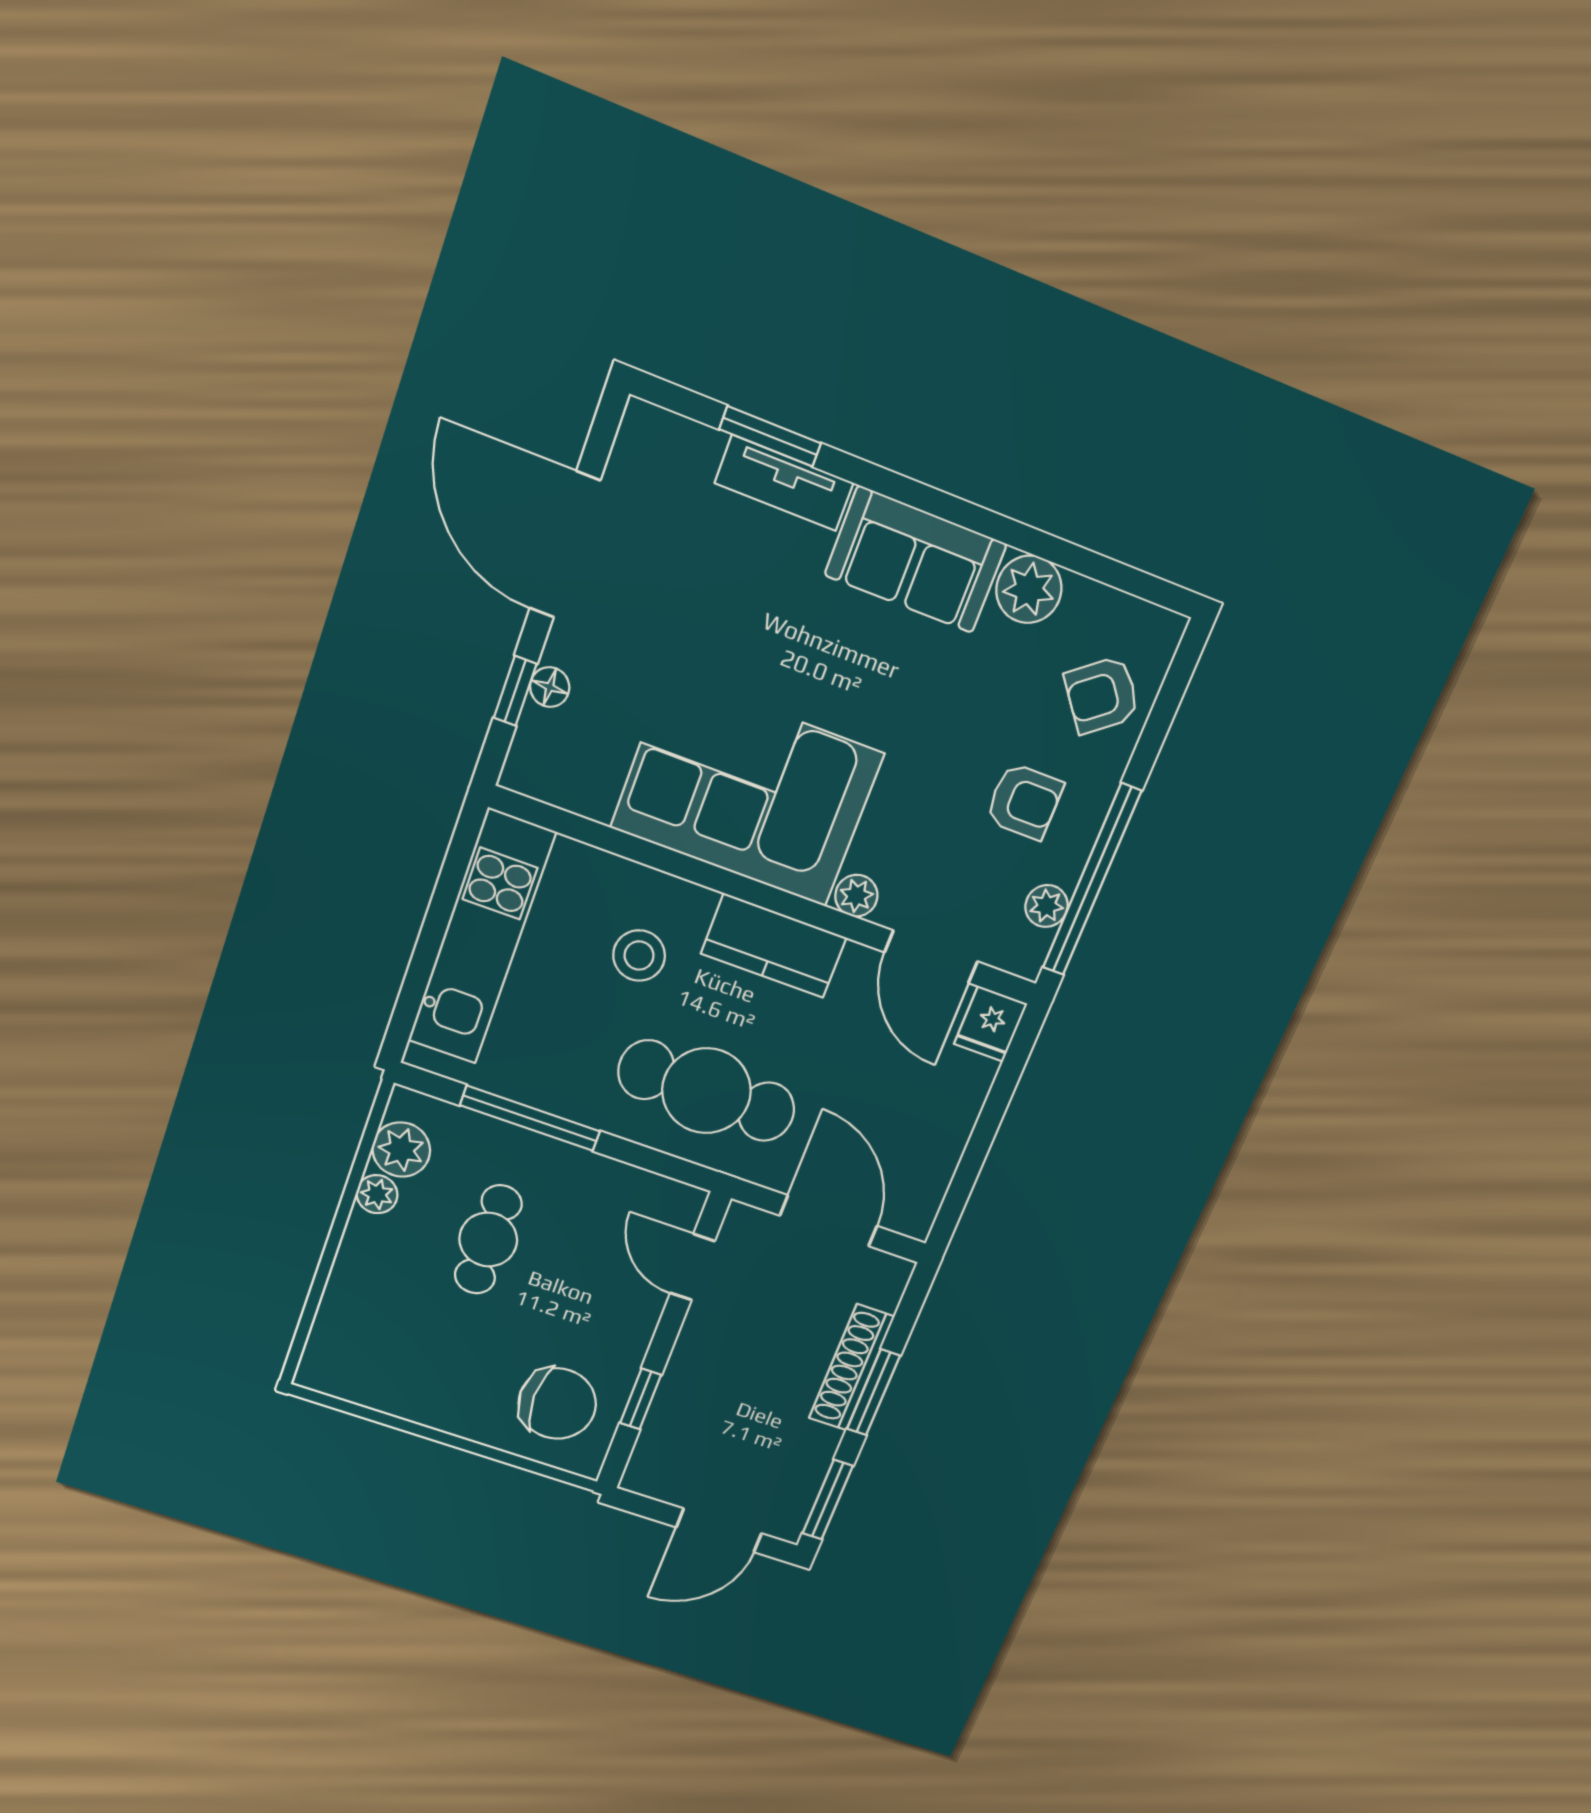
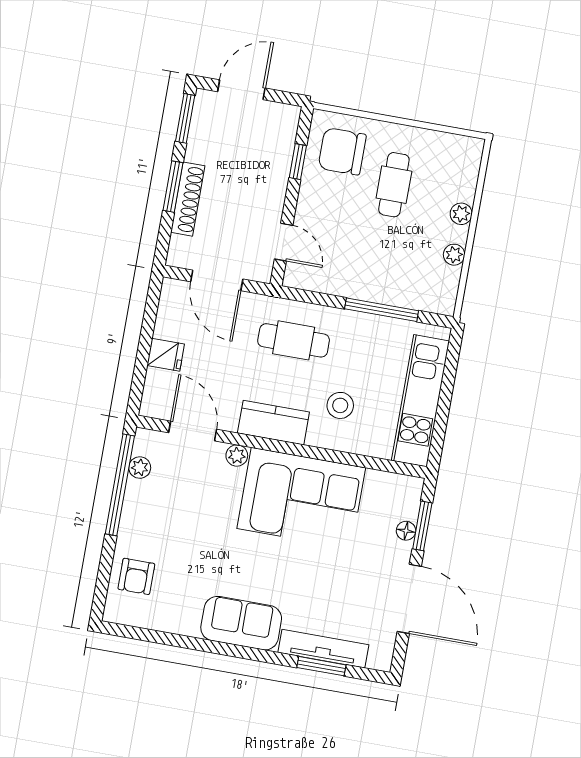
tv unit: (784, 483) -> (323, 649), width x1.41
plant: (1029, 589) -> (184, 620), removed
window: (515, 691) -> (422, 526), width x1.50
armchair: (1102, 695) -> (136, 576), turned 128
armchair: (1024, 801) -> (163, 518), removed
fridge: (991, 1024) -> (166, 355), moved, turned 90
cafe table: (706, 1091) -> (294, 340), width x0.73, depth x0.74
plant: (401, 1150) -> (461, 214), moved, width x0.73, depth x0.73
cafe table: (488, 1240) -> (394, 185), moved

